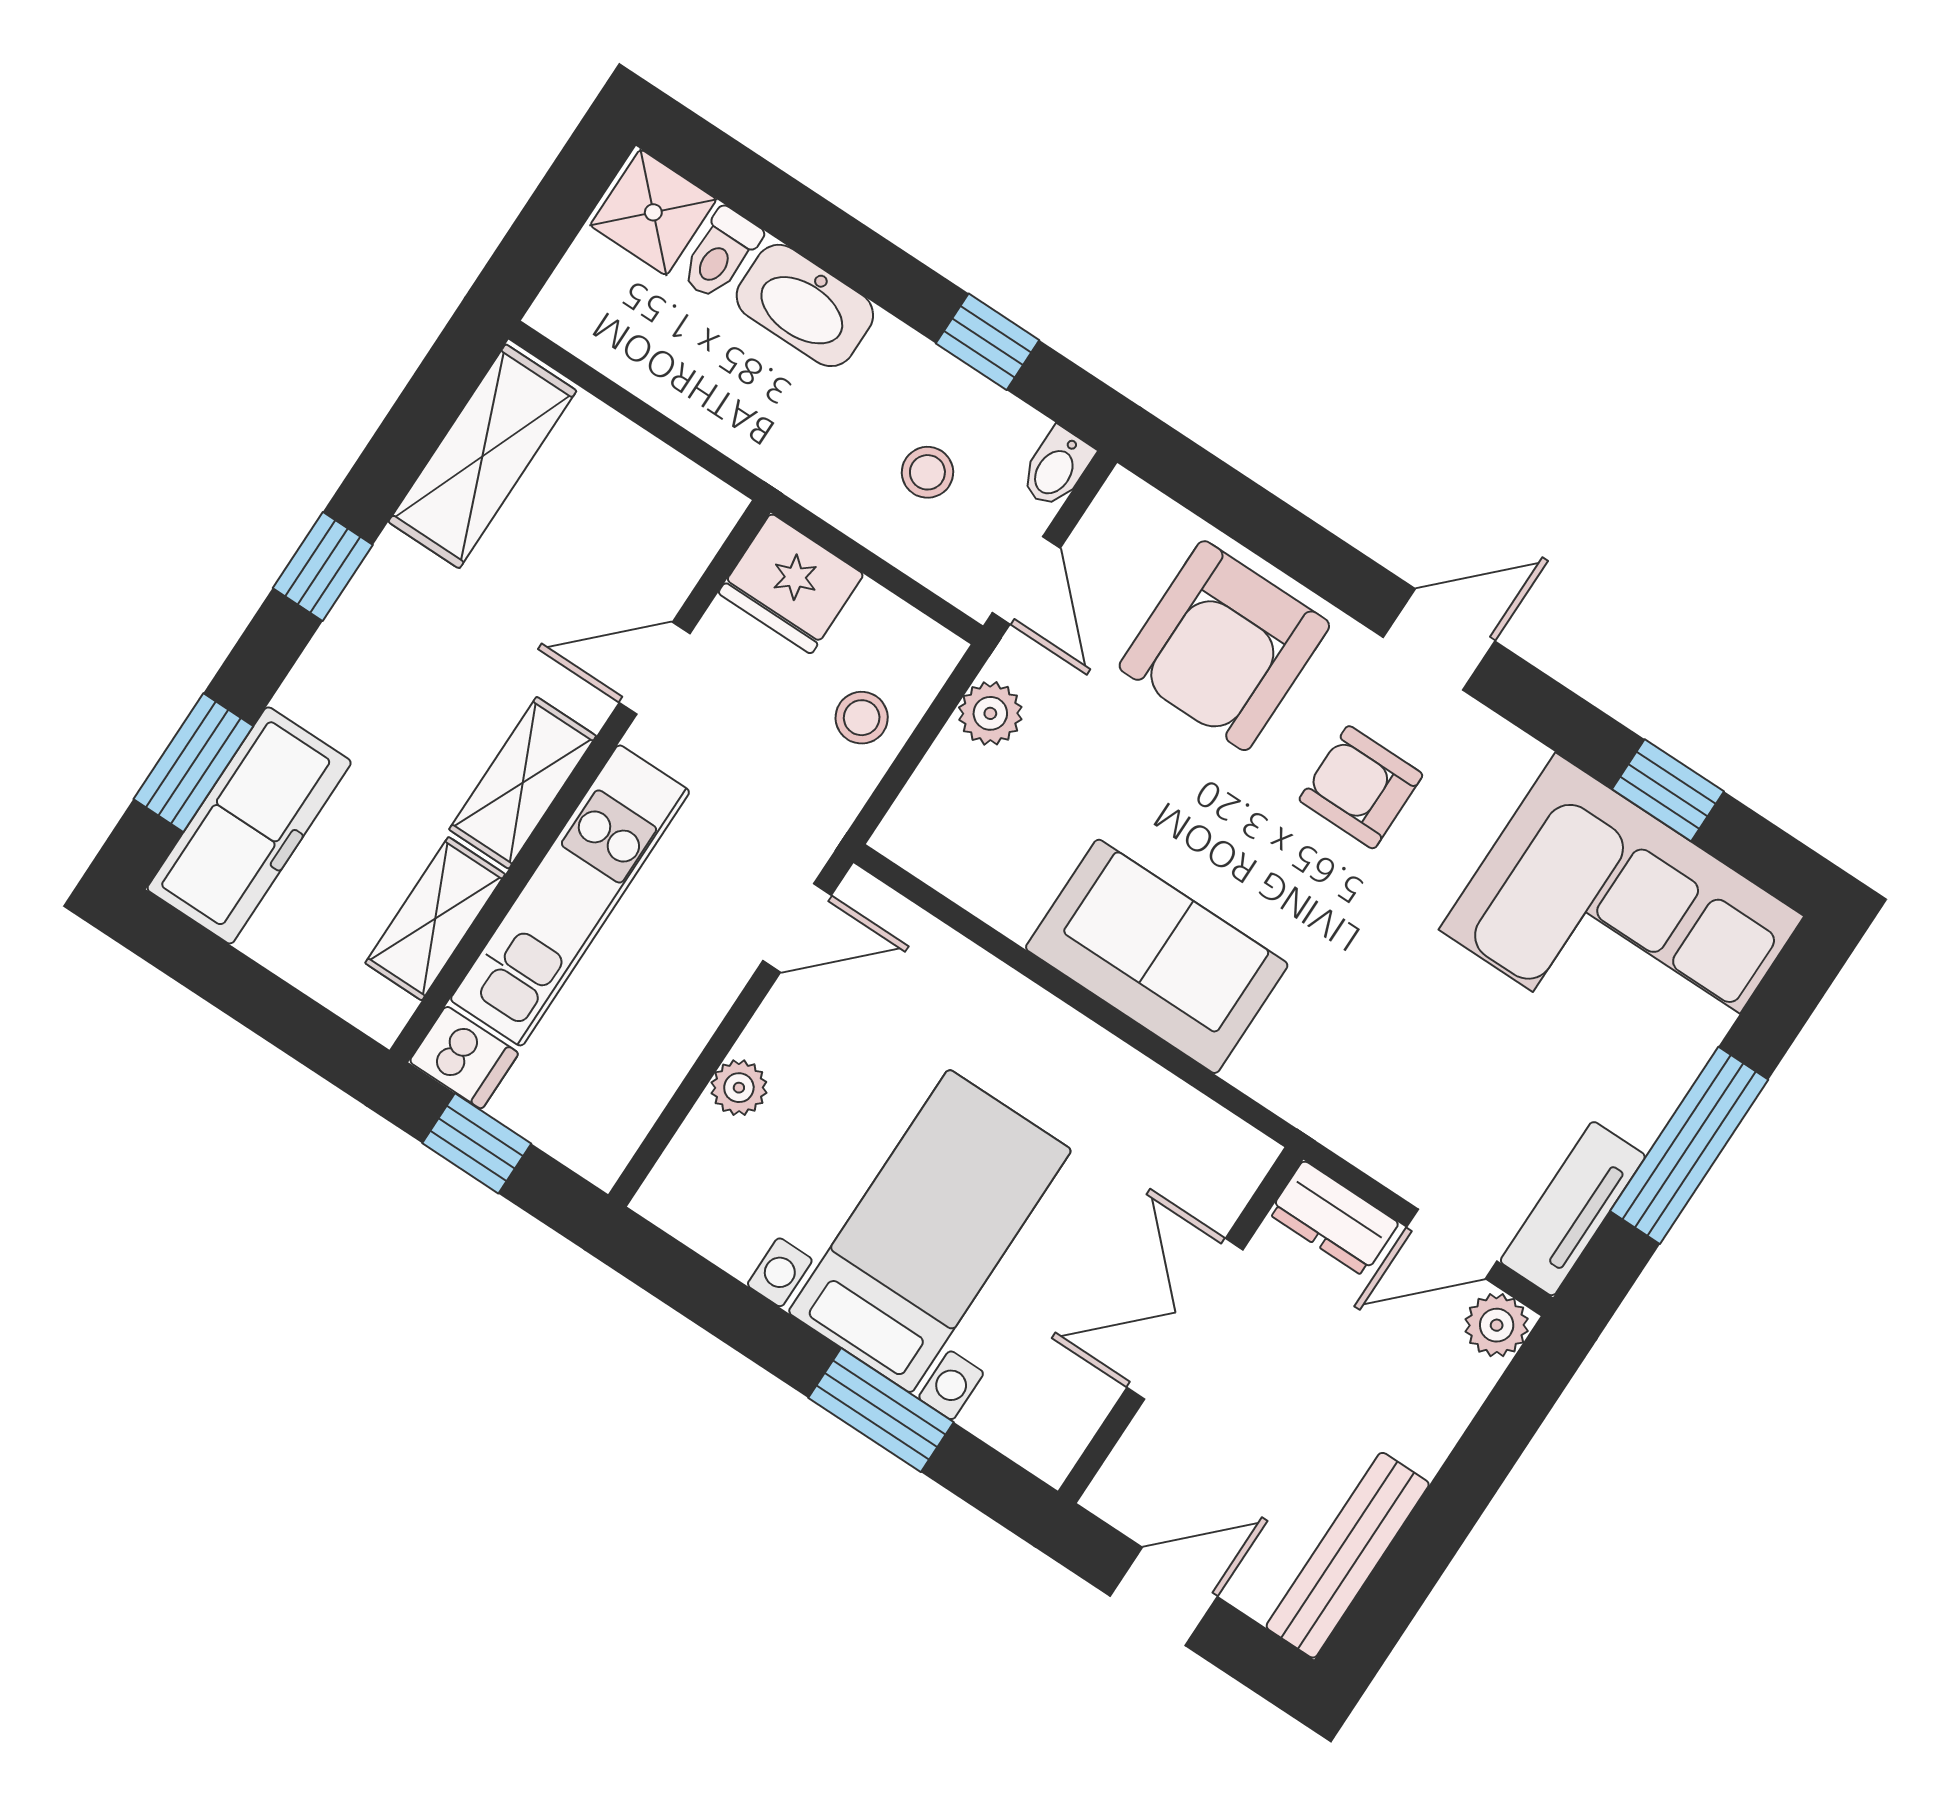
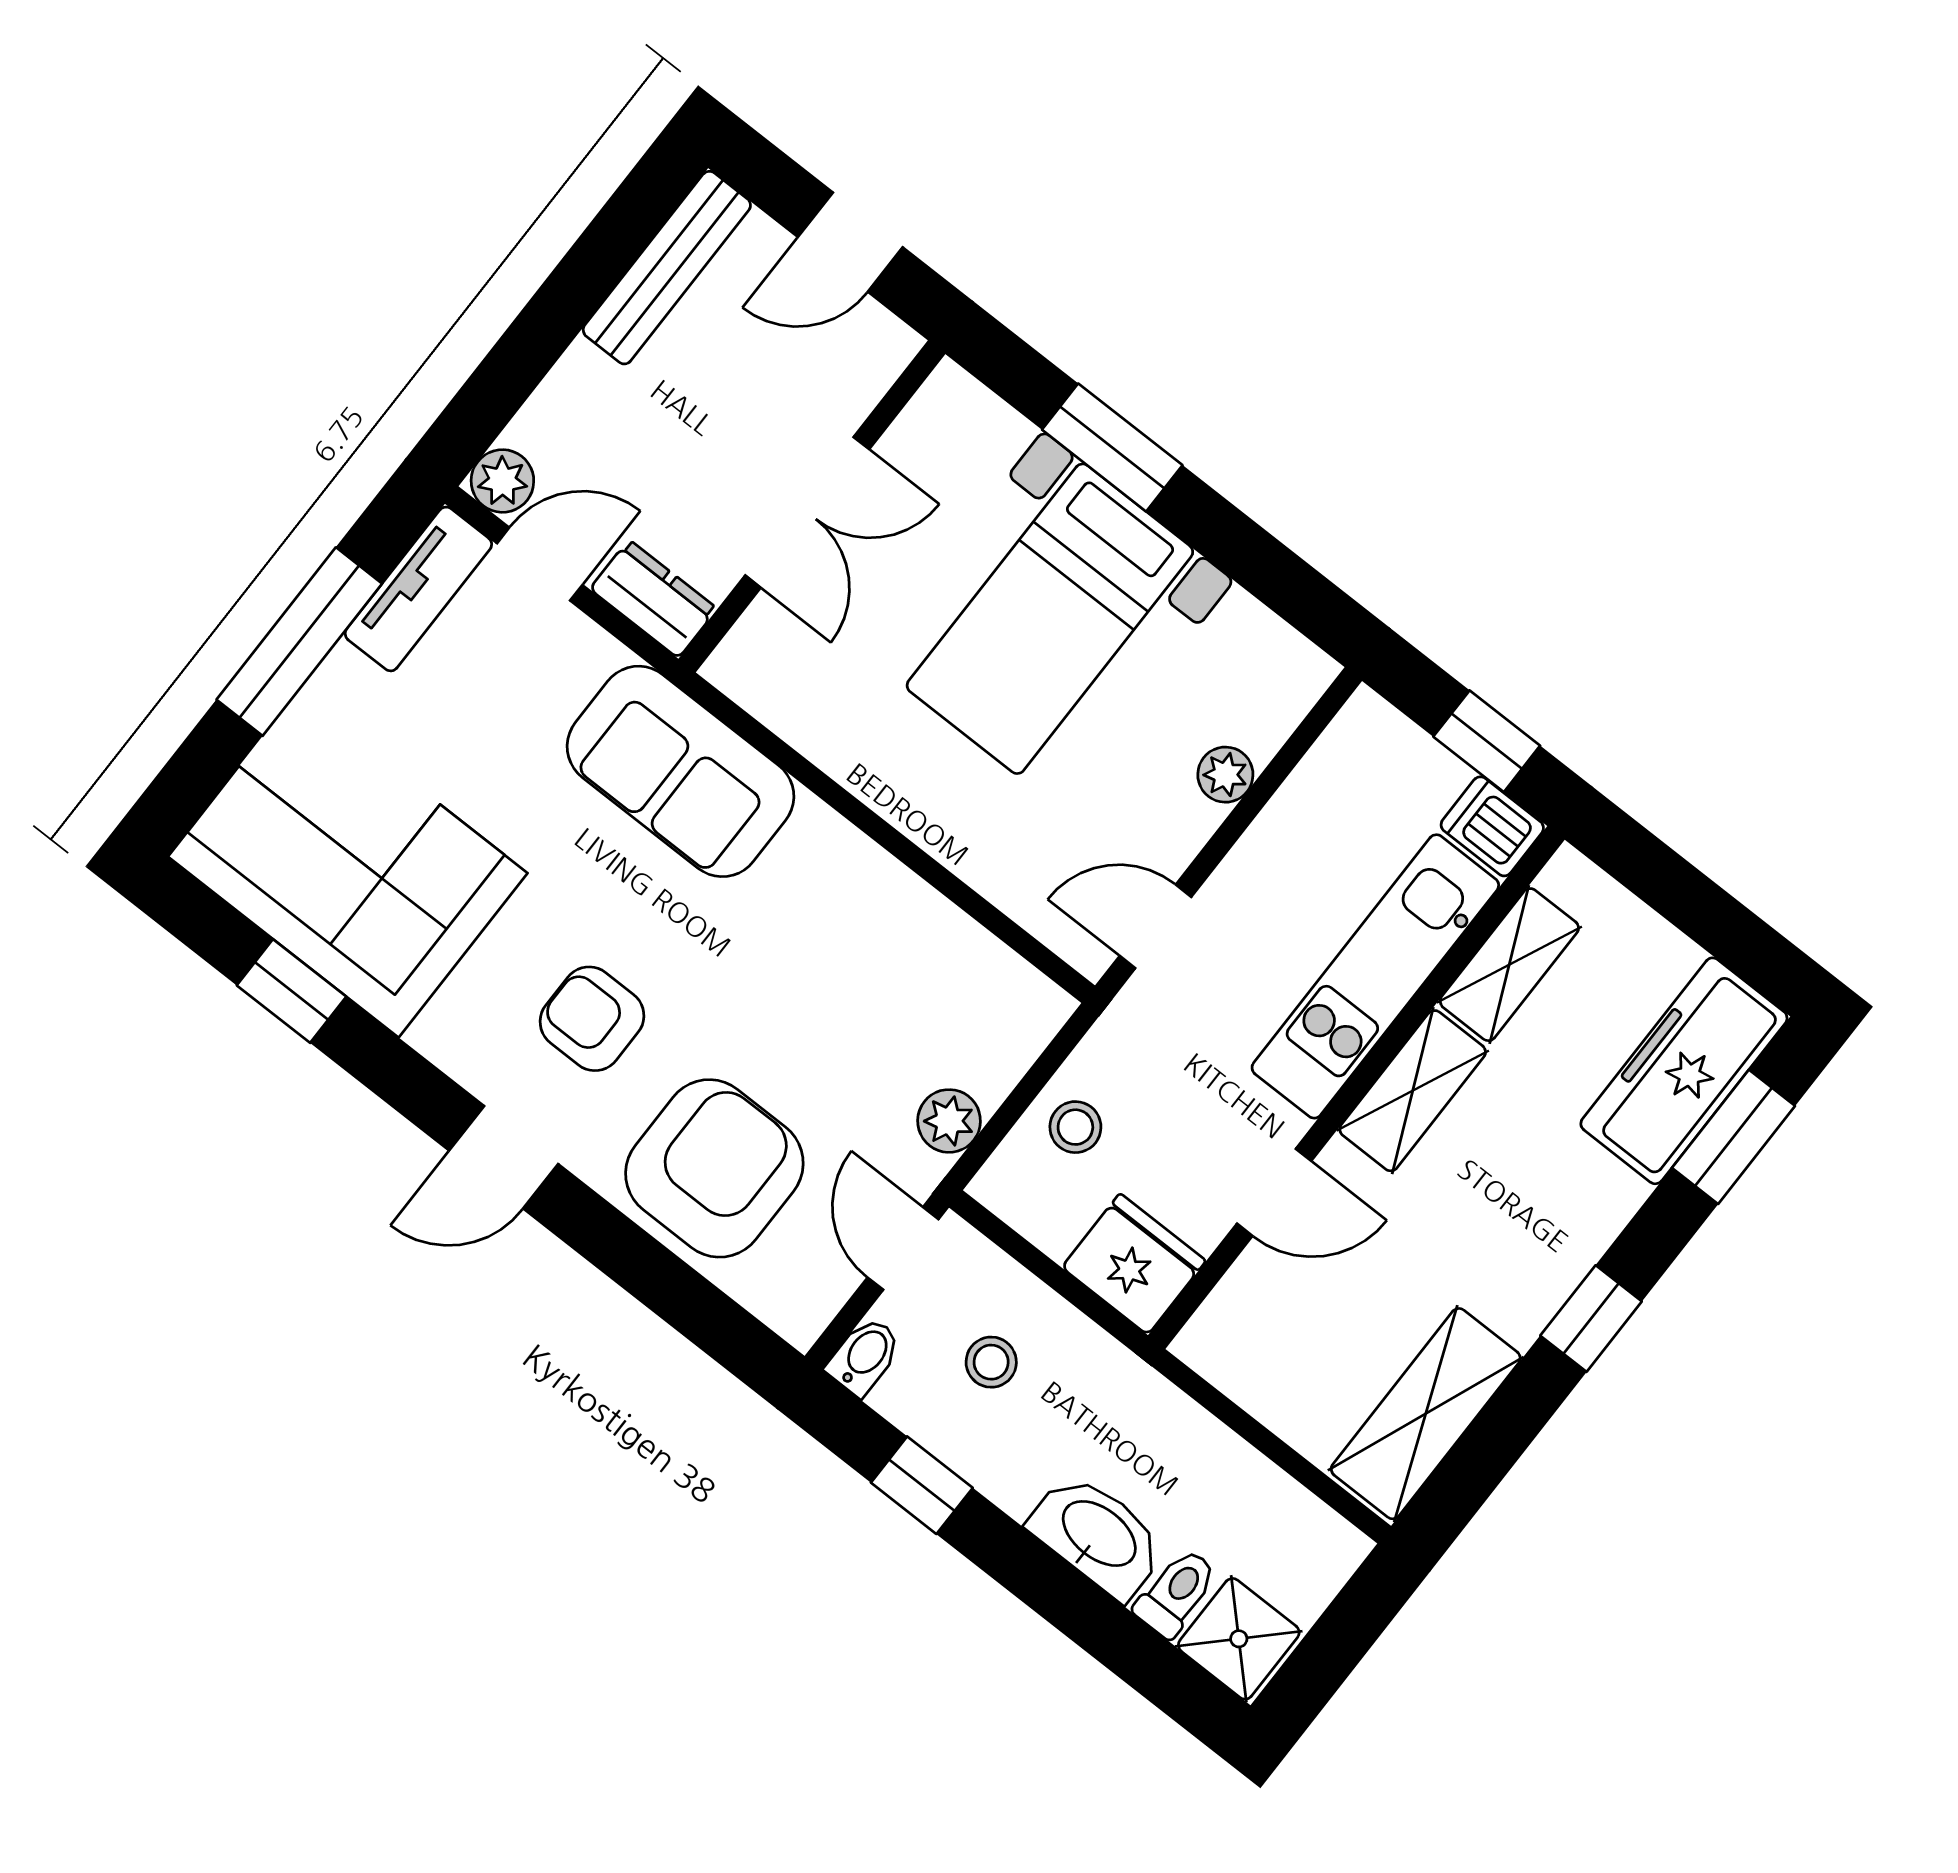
armchair: (1361, 787) -> (592, 1019), turned 180
sofa: (1157, 956) -> (680, 771), moved

